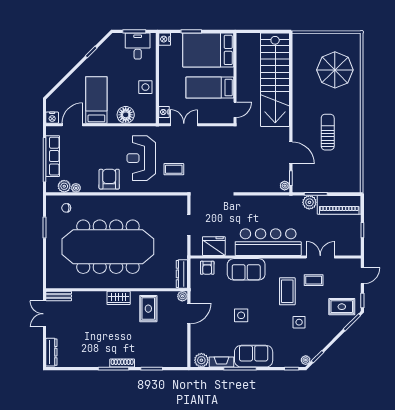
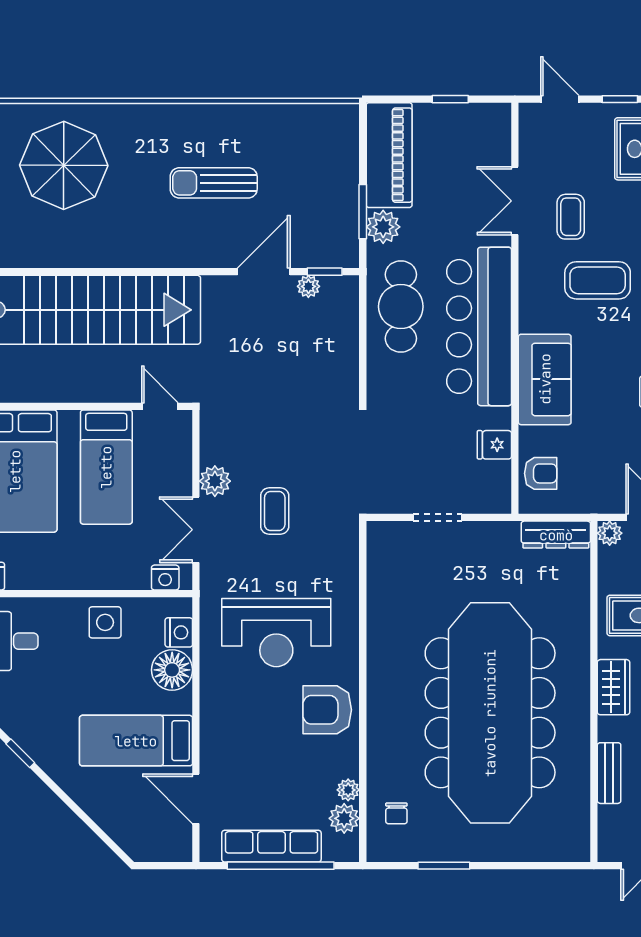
nightstand: (52, 118) -> (179, 632), moved
plant: (204, 133) -> (215, 481), added
coffee table: (174, 169) -> (275, 511), moved
plant: (285, 186) -> (308, 286), moved
cafe table: (276, 210) -> (401, 307), added
fridge: (214, 246) -> (494, 445), width x0.53, depth x0.75
bench: (59, 296) -> (609, 773), moved

